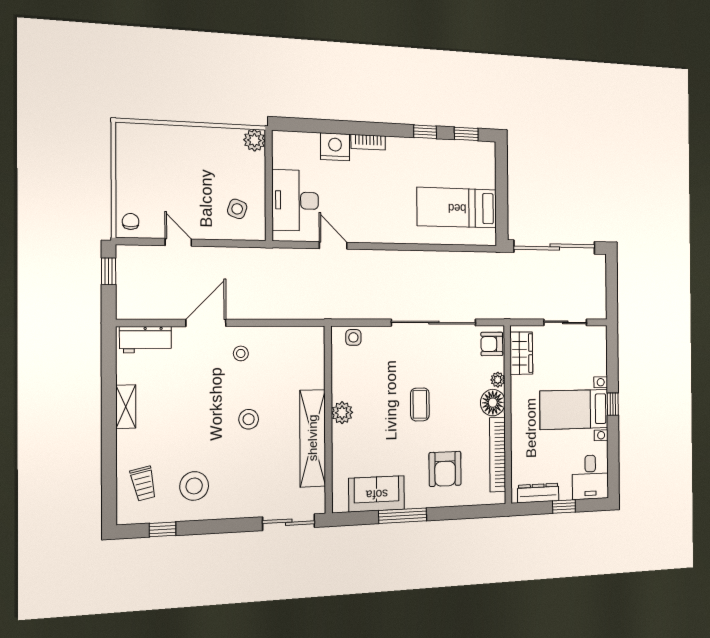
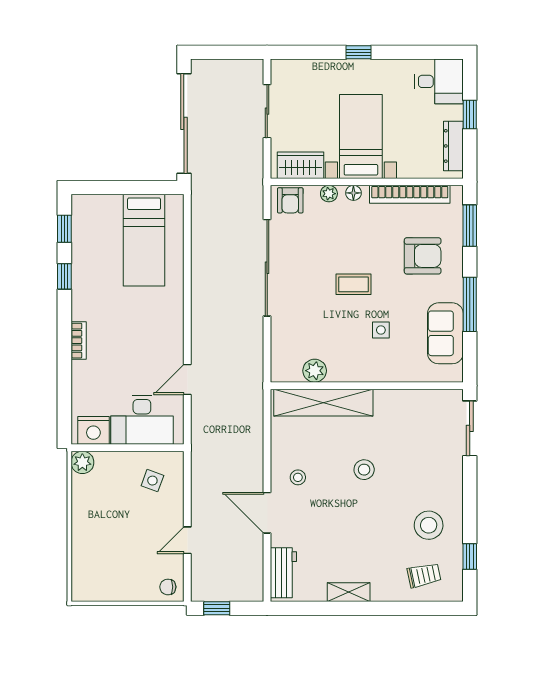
nightstand: (335, 147) -> (93, 430), moved, turned -90
side table: (353, 337) -> (381, 330), moved
floor lamp: (493, 403) -> (353, 193), width x0.53, depth x0.53
bed with nightstands: (574, 409) -> (361, 137), moved, turned 180
plant: (342, 413) -> (315, 371), moved
shelving: (313, 438) -> (323, 403), moved
window: (471, 512) -> (470, 226), added

